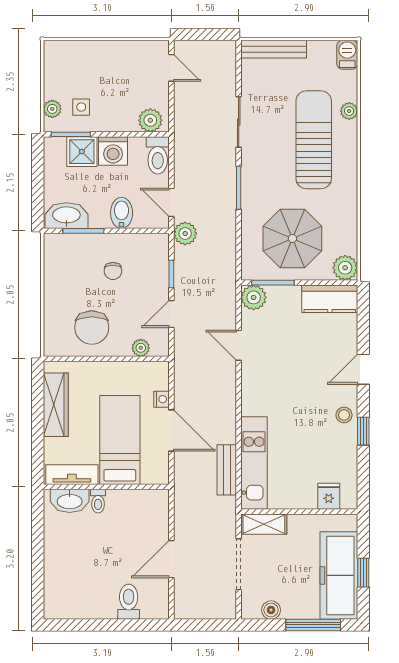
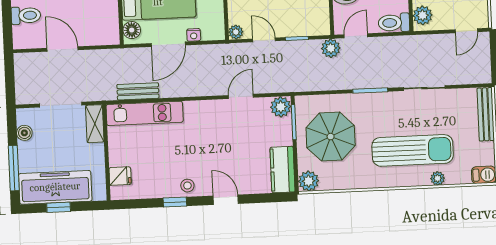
plant: (141, 348) -> (236, 32), moved
floor lamp: (152, 474) -> (132, 30), added

